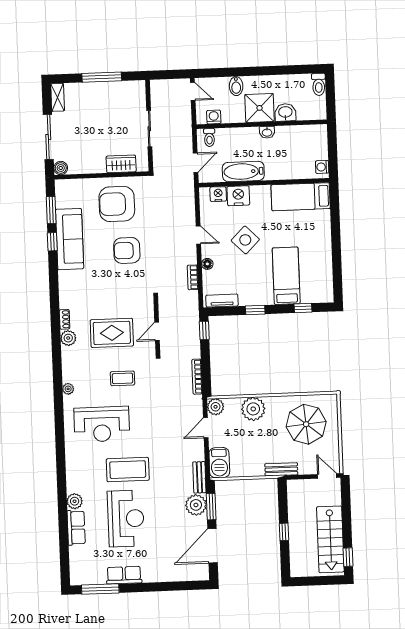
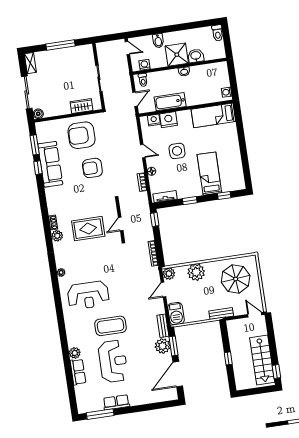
side table: (245, 240) -> (177, 151), turned 45
coffee table: (122, 378) -> (100, 261), removed

